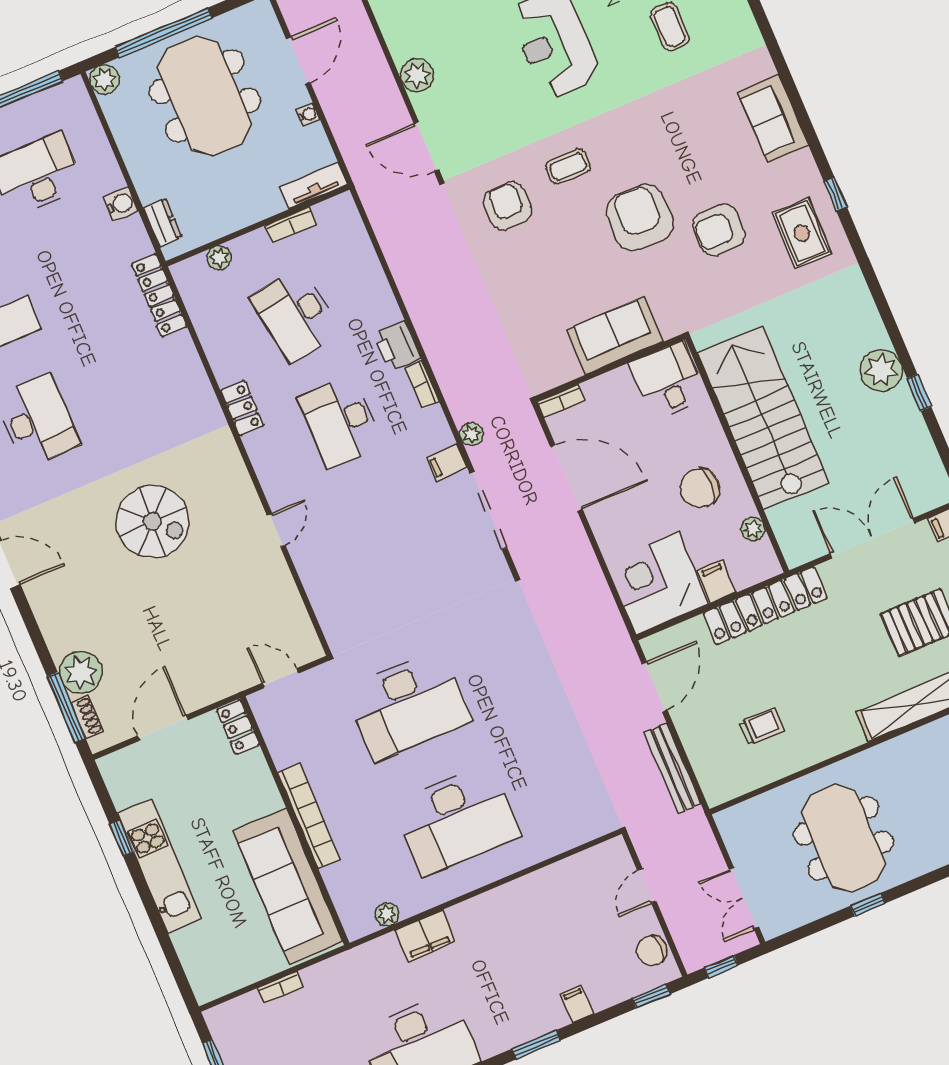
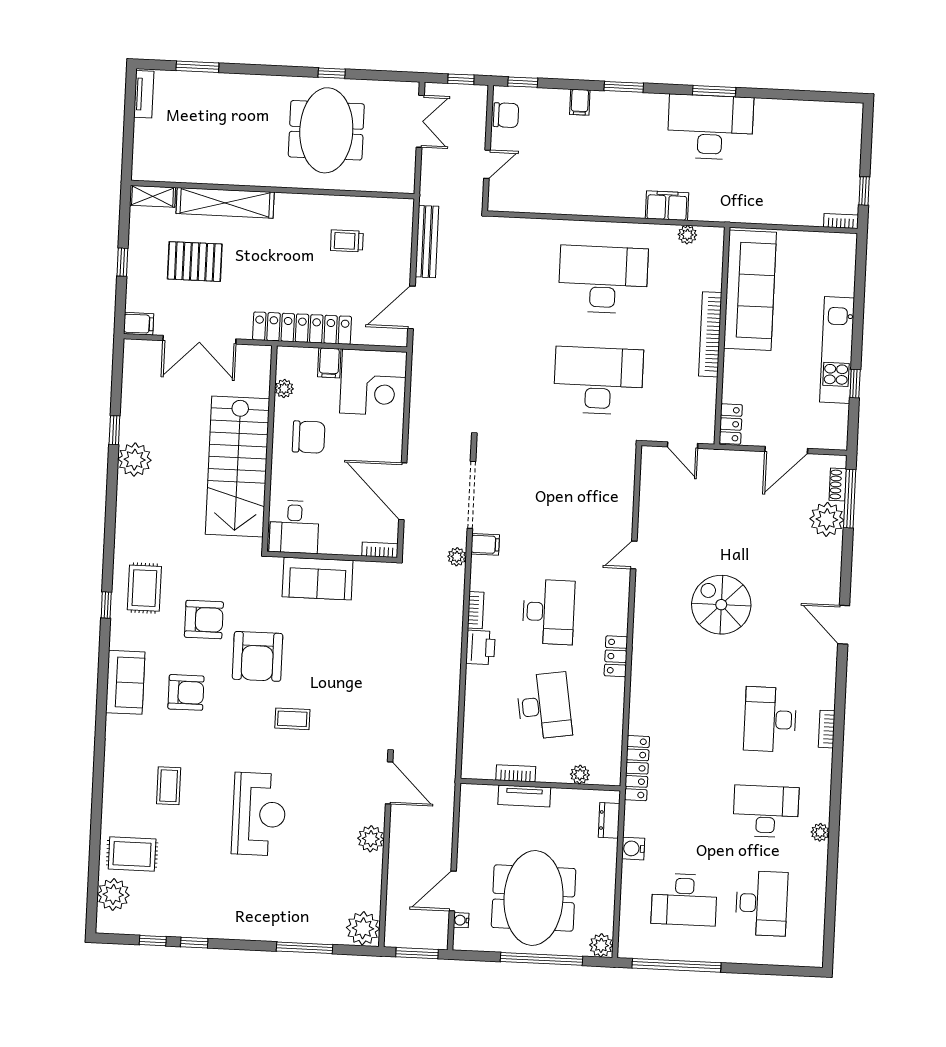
water cooler: (308, 115) -> (461, 920), moved
tv unit: (313, 186) -> (524, 796), moved
armchair: (508, 206) -> (186, 692), moved, turned -90
bookcase: (280, 987) -> (841, 221), moved

